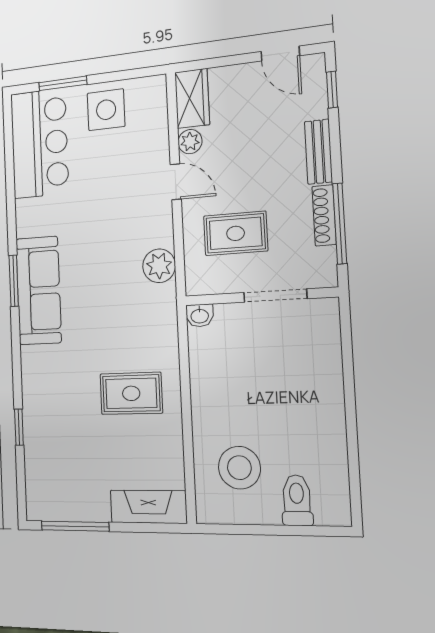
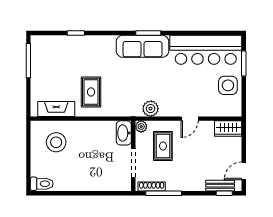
plant: (190, 142) -> (141, 126), moved
bar counter: (39, 143) -> (206, 50), width x1.36
bench: (318, 152) -> (220, 186), moved
shoe rack: (324, 215) -> (152, 187), moved
washbasin: (200, 316) -> (124, 133), width x1.91, depth x1.45
toilet: (297, 500) -> (42, 184), moved
fireplace: (148, 507) -> (56, 109), moved, turned -90

